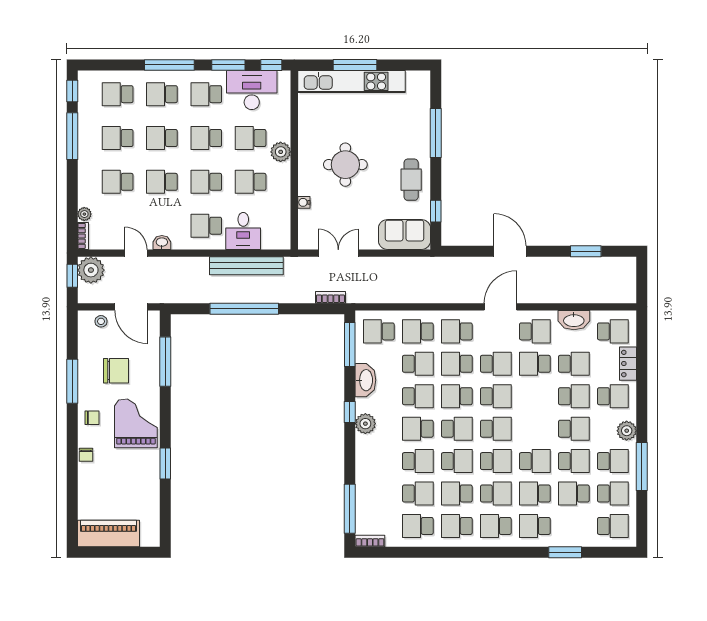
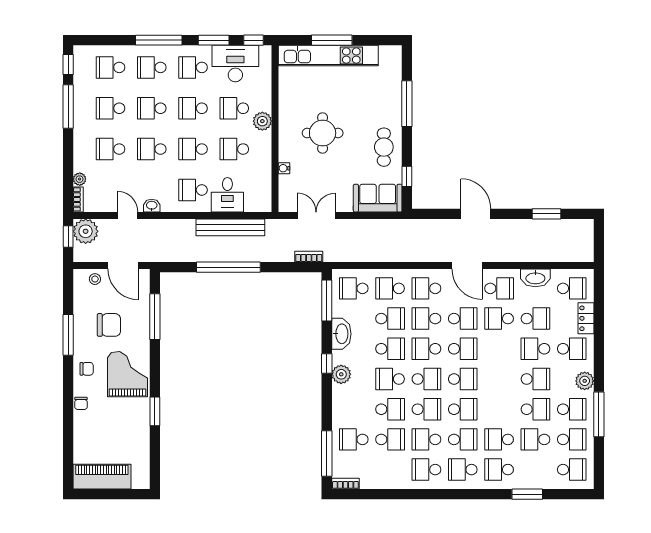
door: (501, 307) -> (467, 266), swing flipped
school desk: (574, 396) -> (535, 349), turned 180
school desk: (535, 461) -> (499, 409), removed
school desk: (418, 526) -> (354, 439), moved

